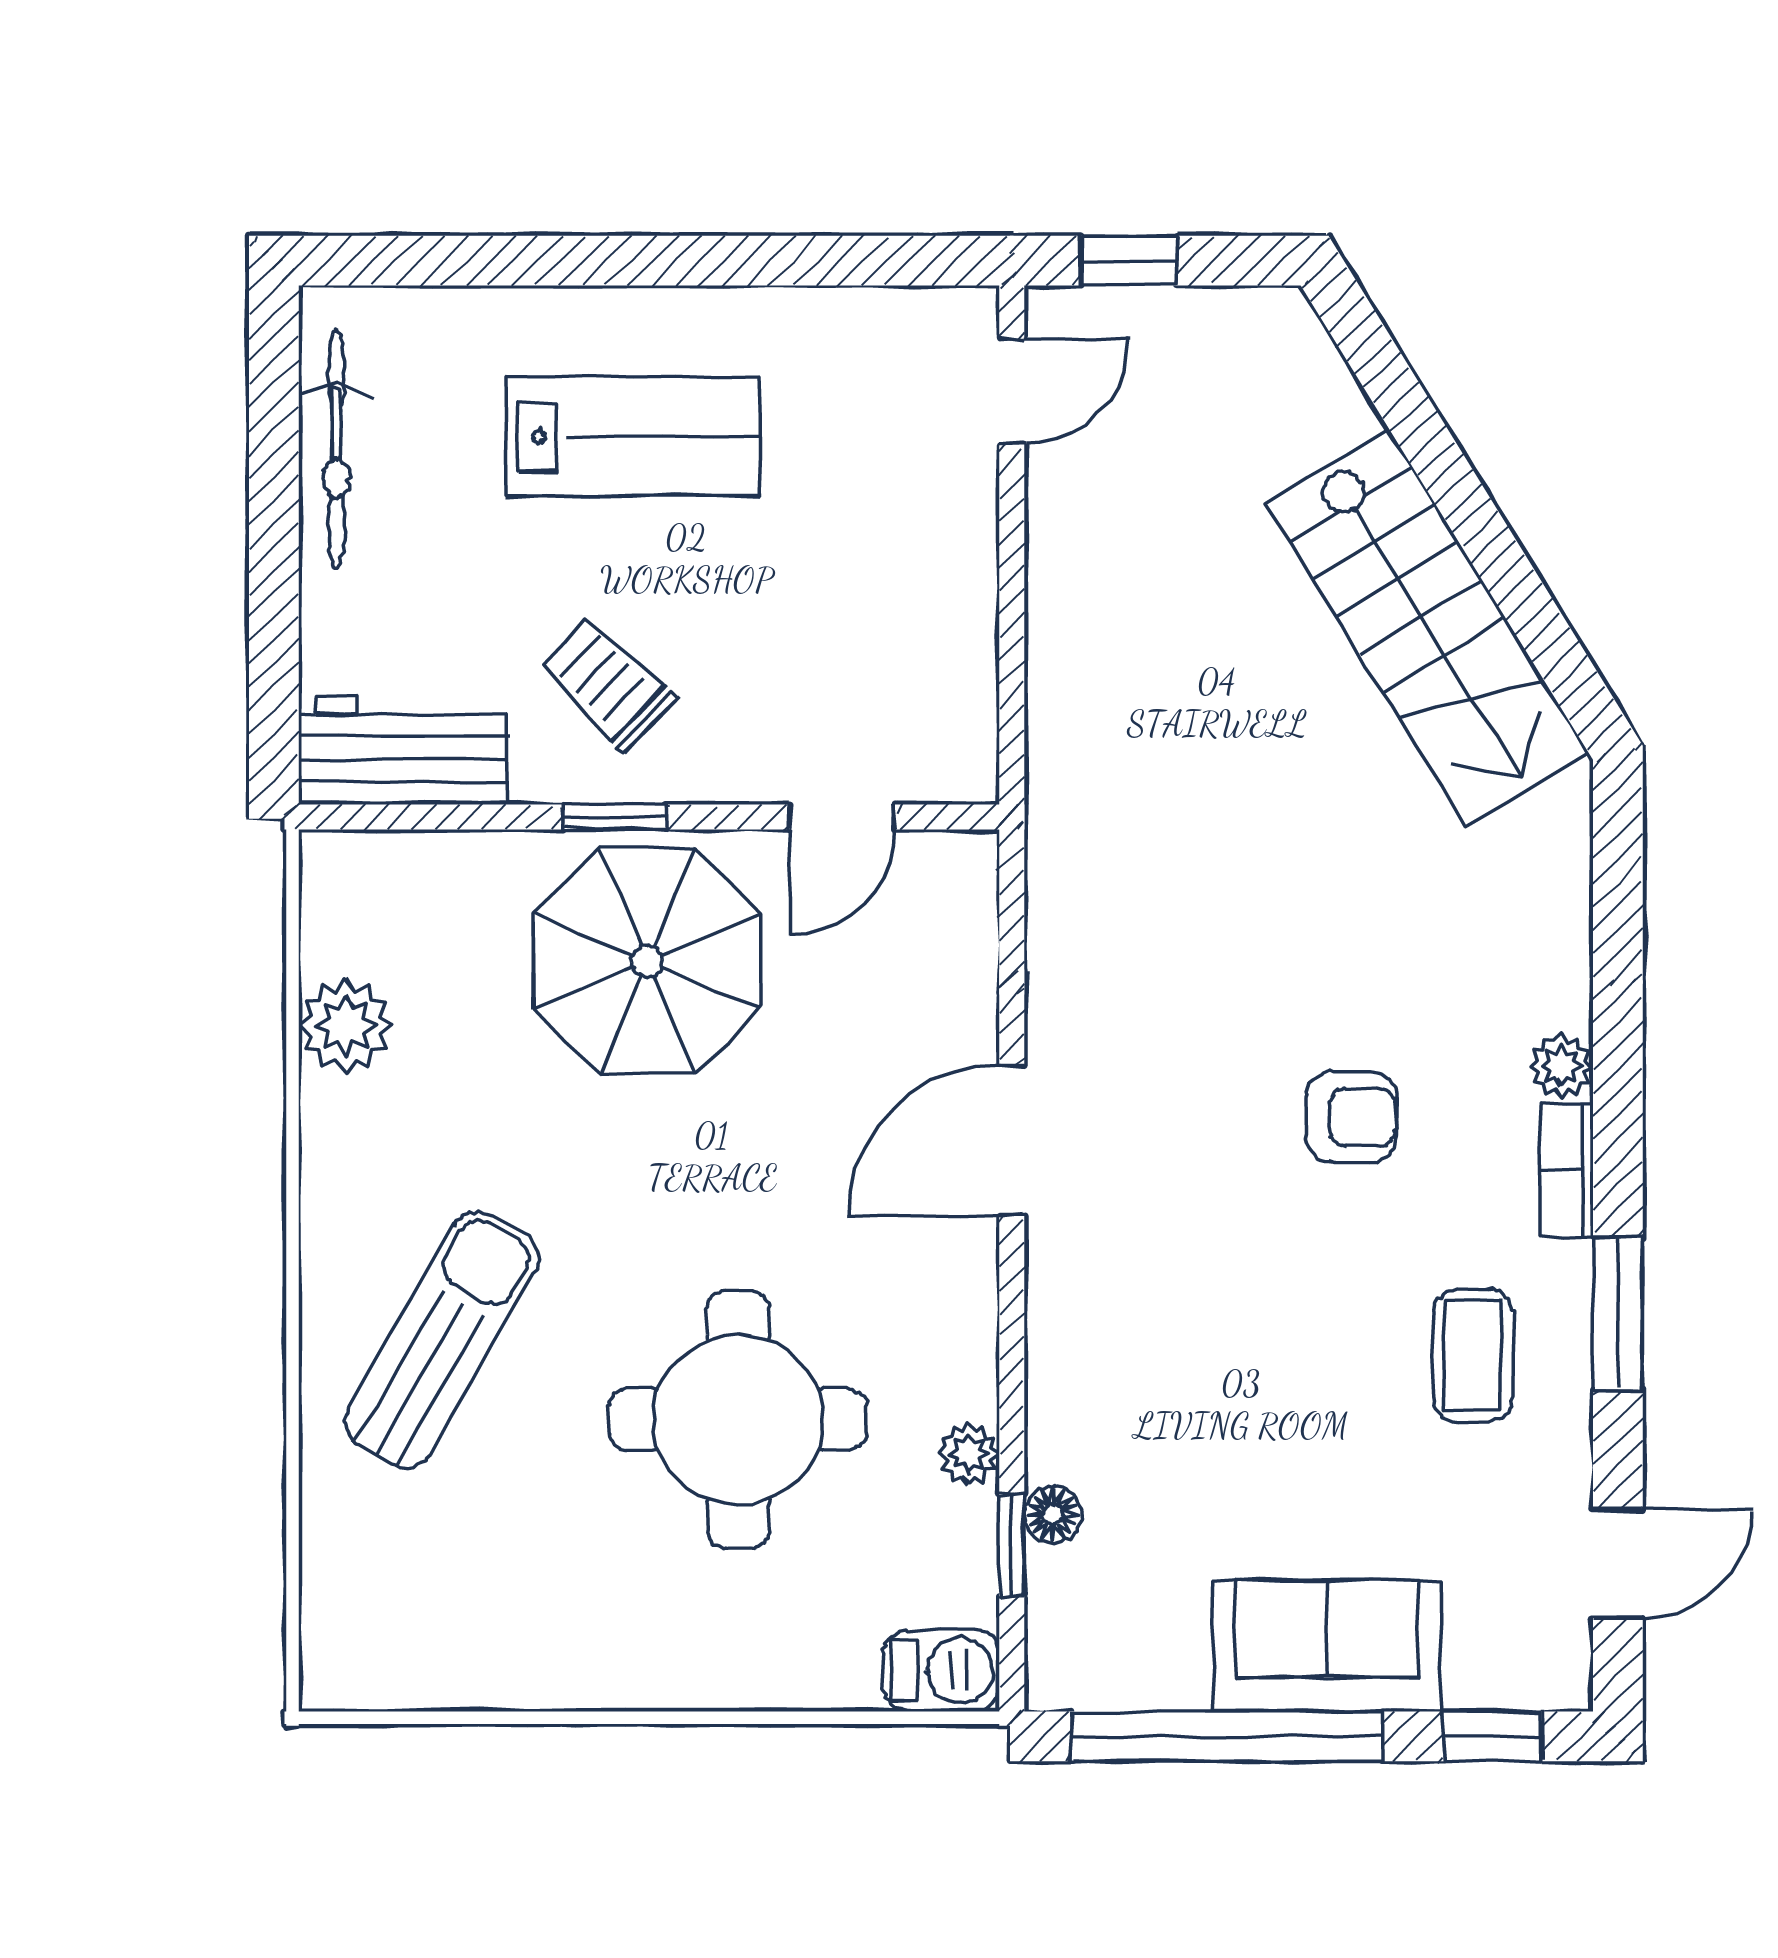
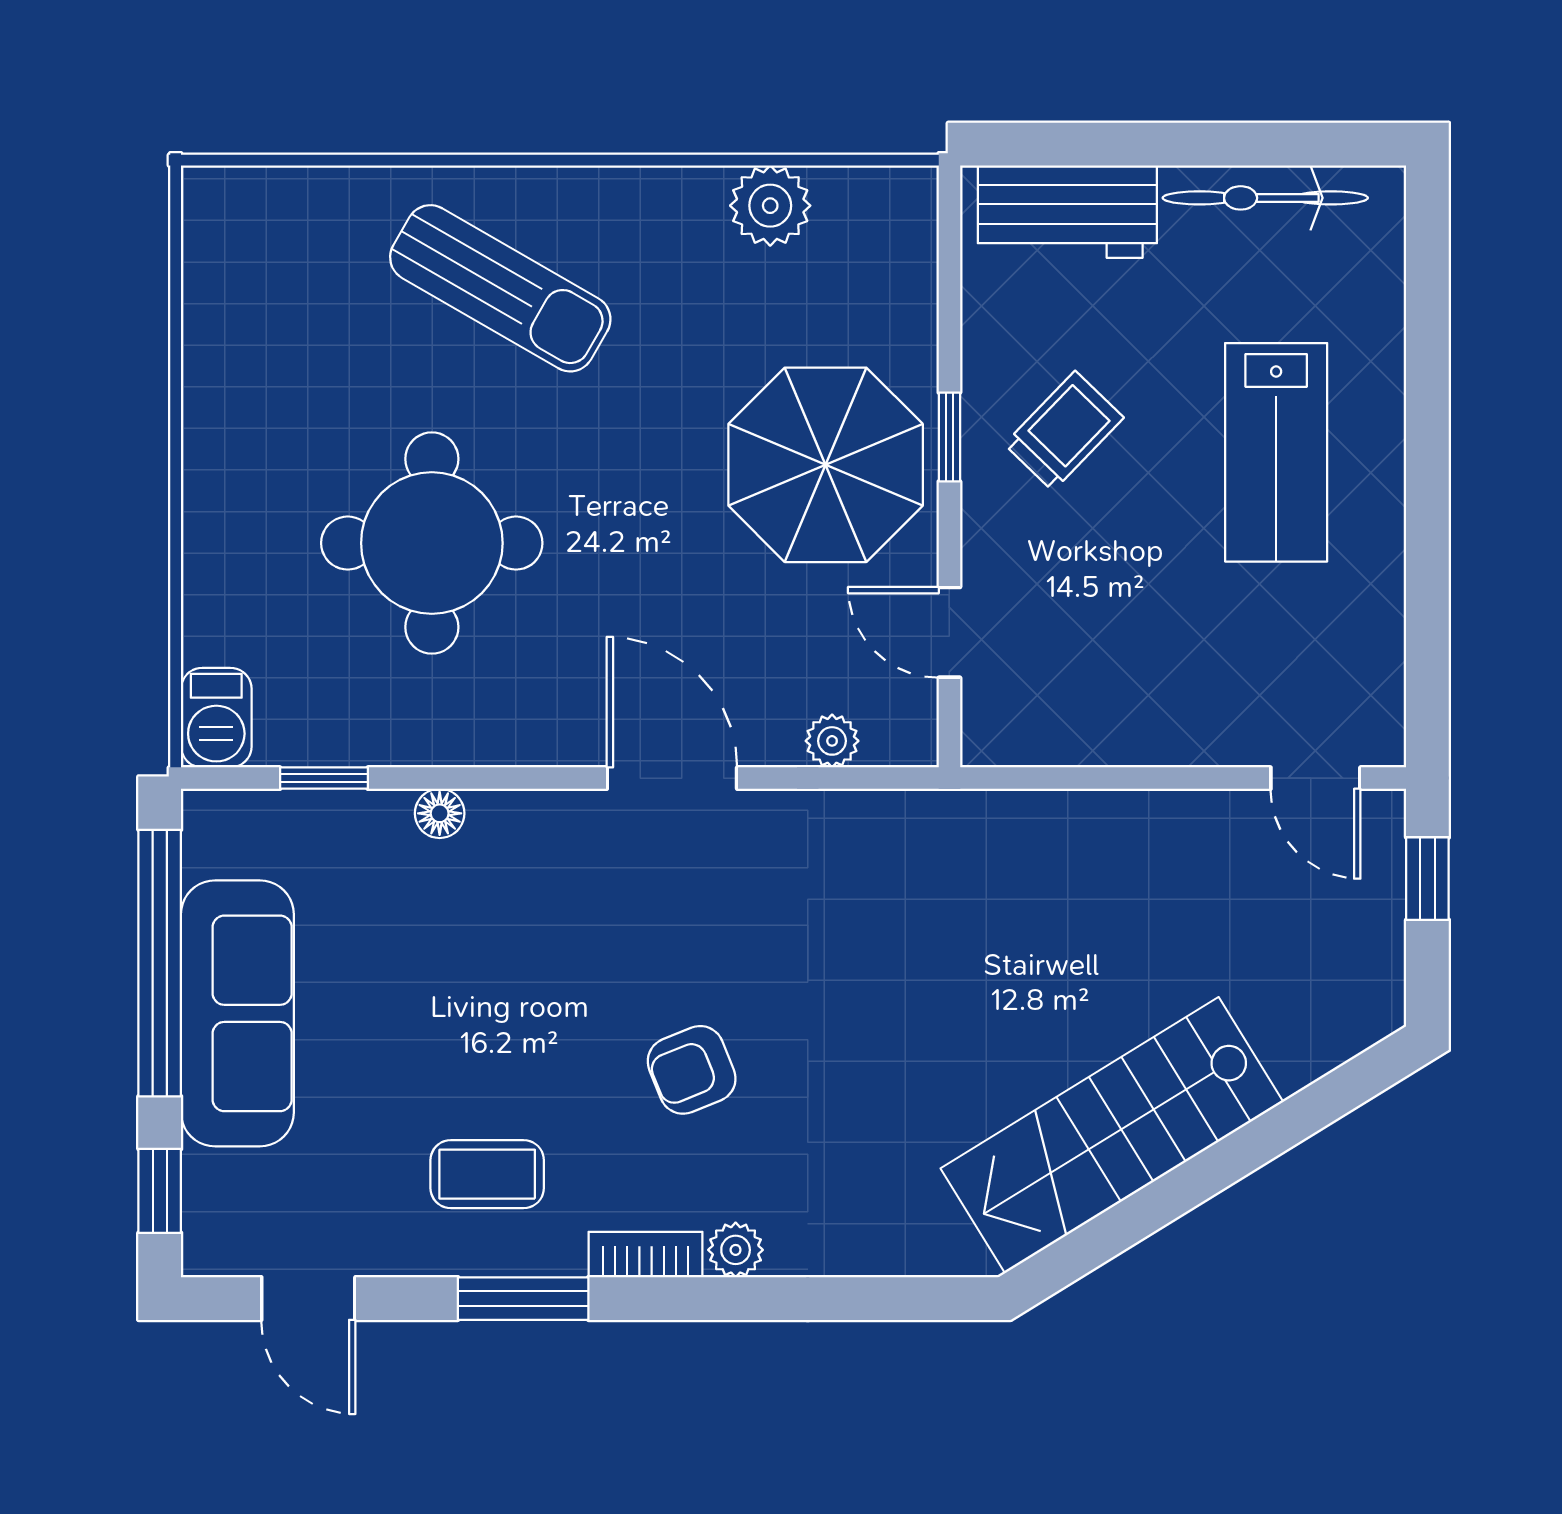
workbench: (403, 751) -> (1067, 212), moved, turned 90
armchair: (1352, 1117) -> (692, 1070), turned 68
plant: (969, 1454) -> (832, 741), moved
floor lamp: (1053, 1514) -> (440, 813), moved
sofa: (1327, 1646) -> (237, 1013), width x1.36

